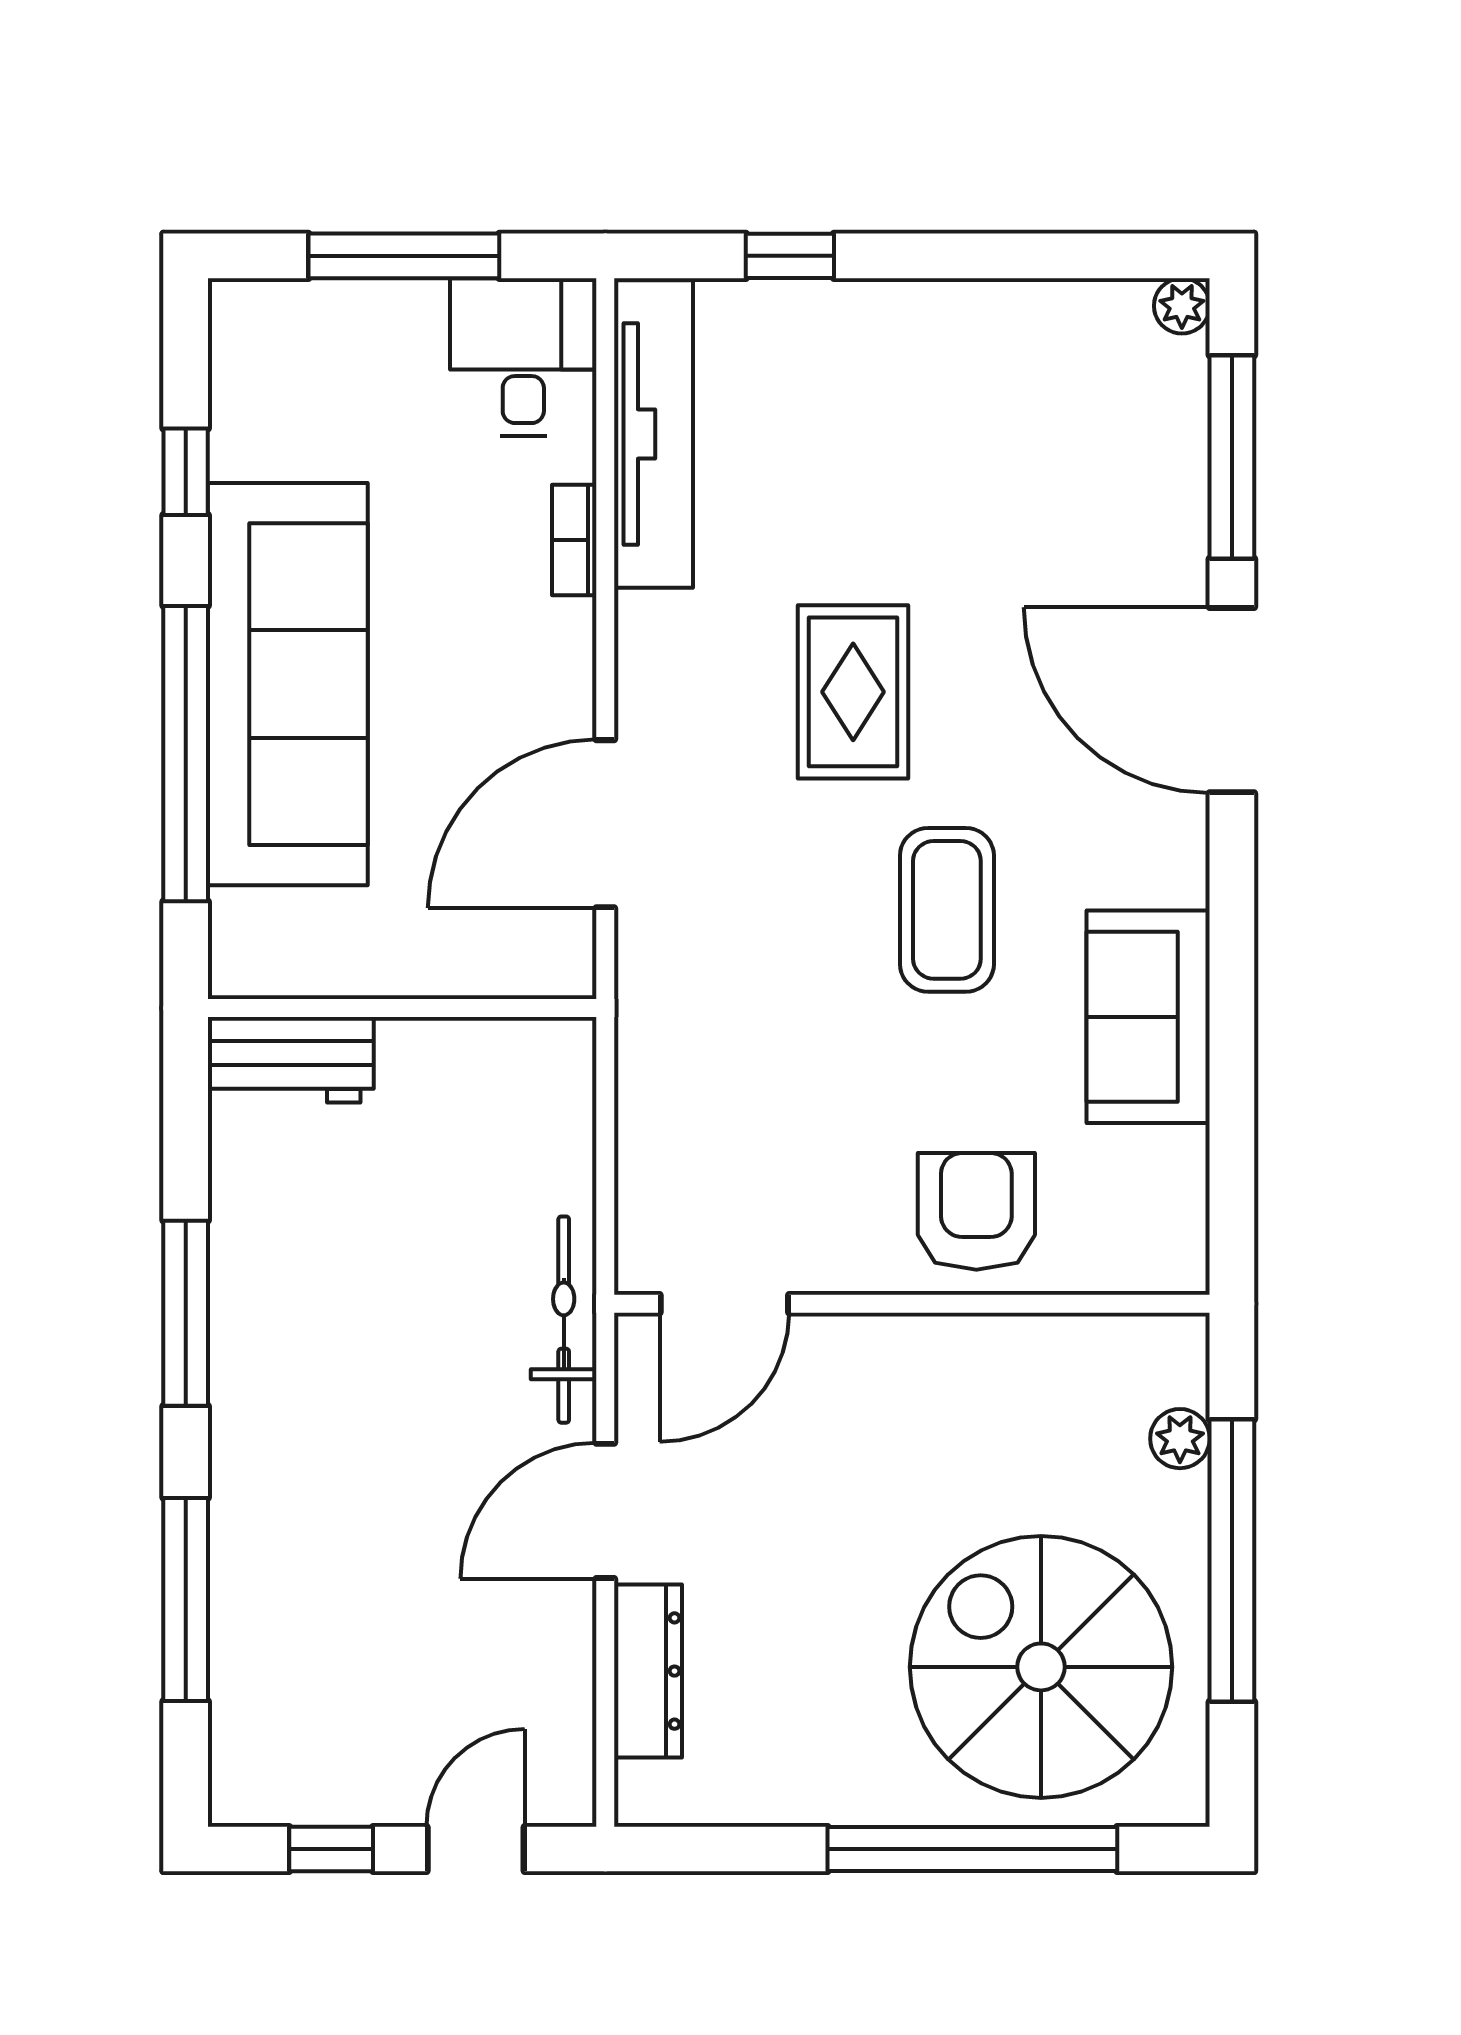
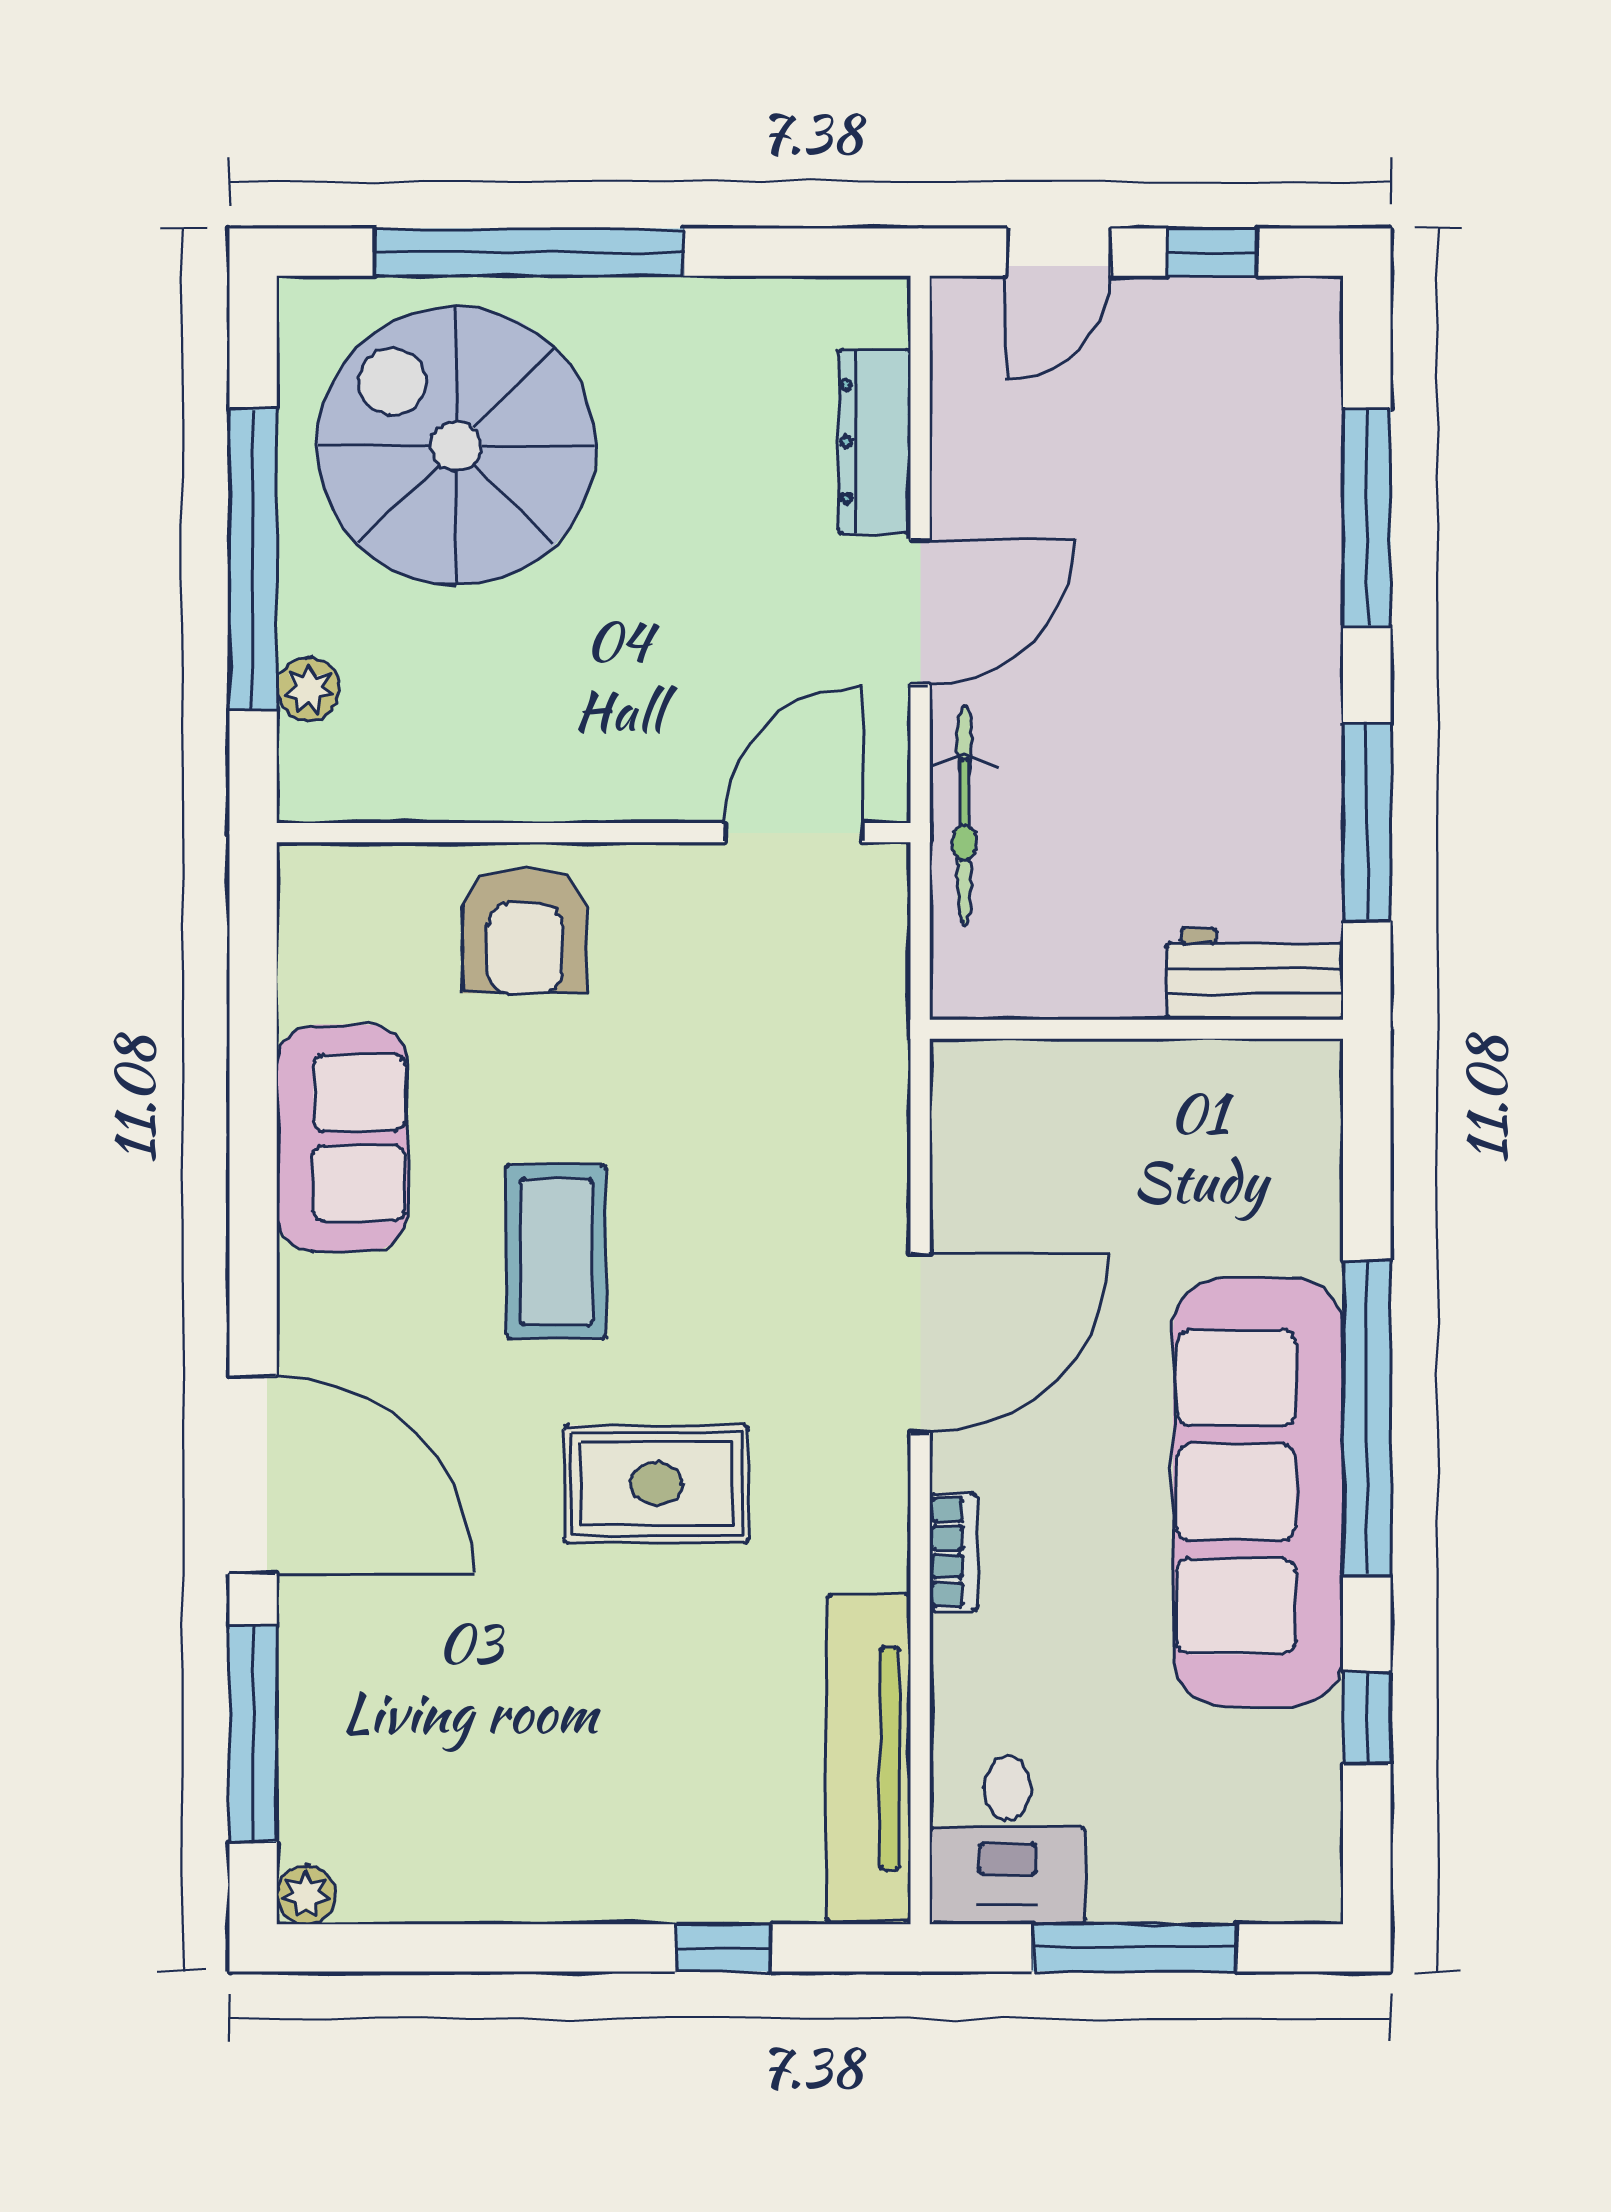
bookcase: (574, 540) -> (953, 1552), moved
rug: (853, 692) -> (656, 1484), turned 90
wall: (402, 1008) -> (1136, 1029), moved
workbench: (291, 1060) -> (1255, 974), moved
spiral stairs: (1041, 1667) -> (456, 446), turned 180

